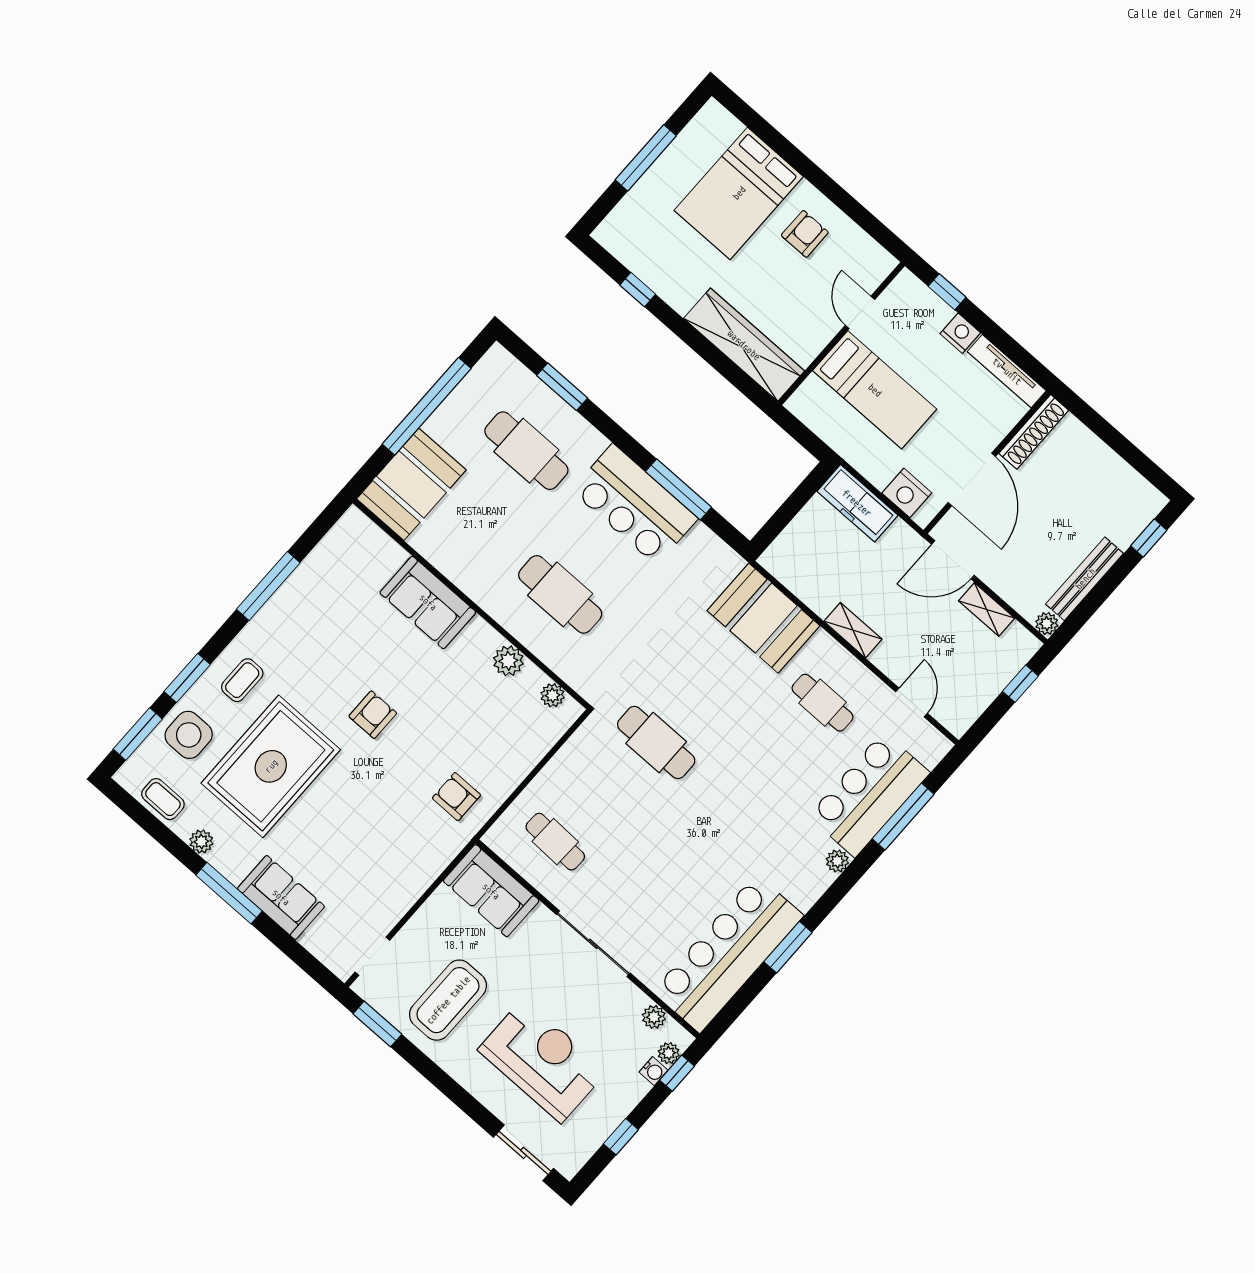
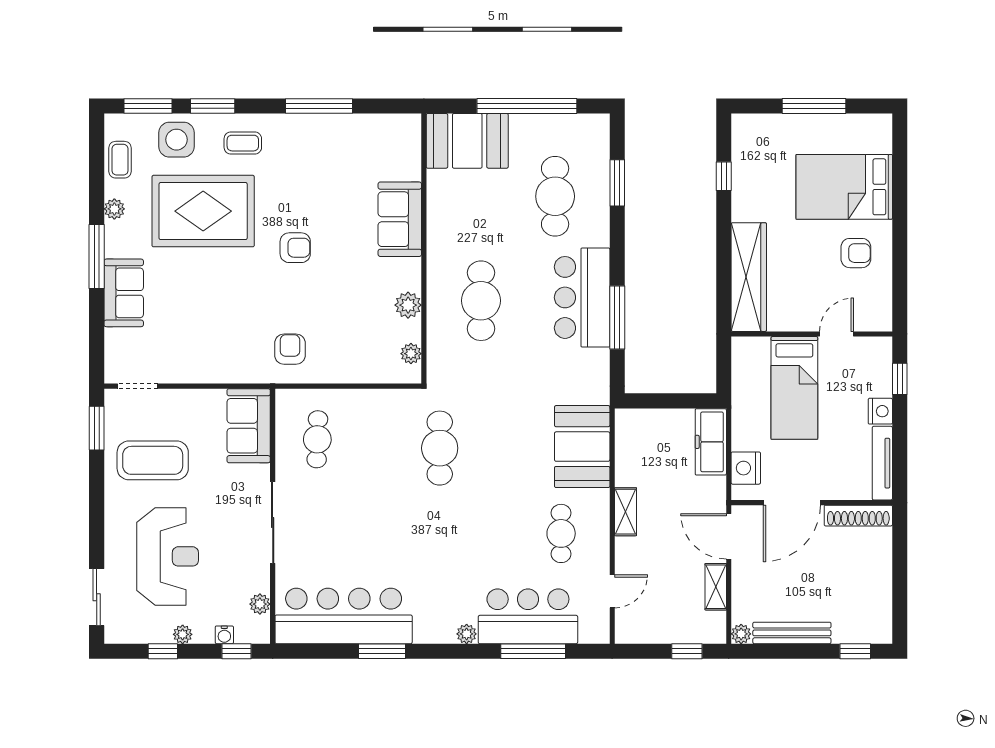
plant: (669, 1053) -> (183, 634), moved

